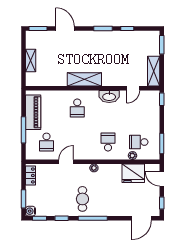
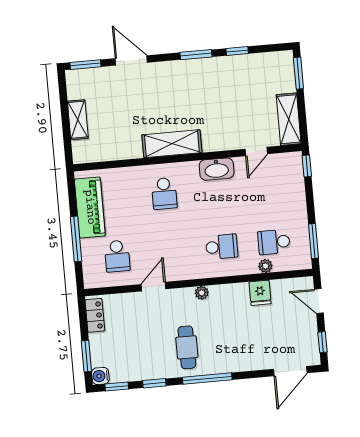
school desk: (108, 142) -> (222, 247), turned 90
fridge: (133, 173) -> (260, 293), width x0.53, depth x0.75

